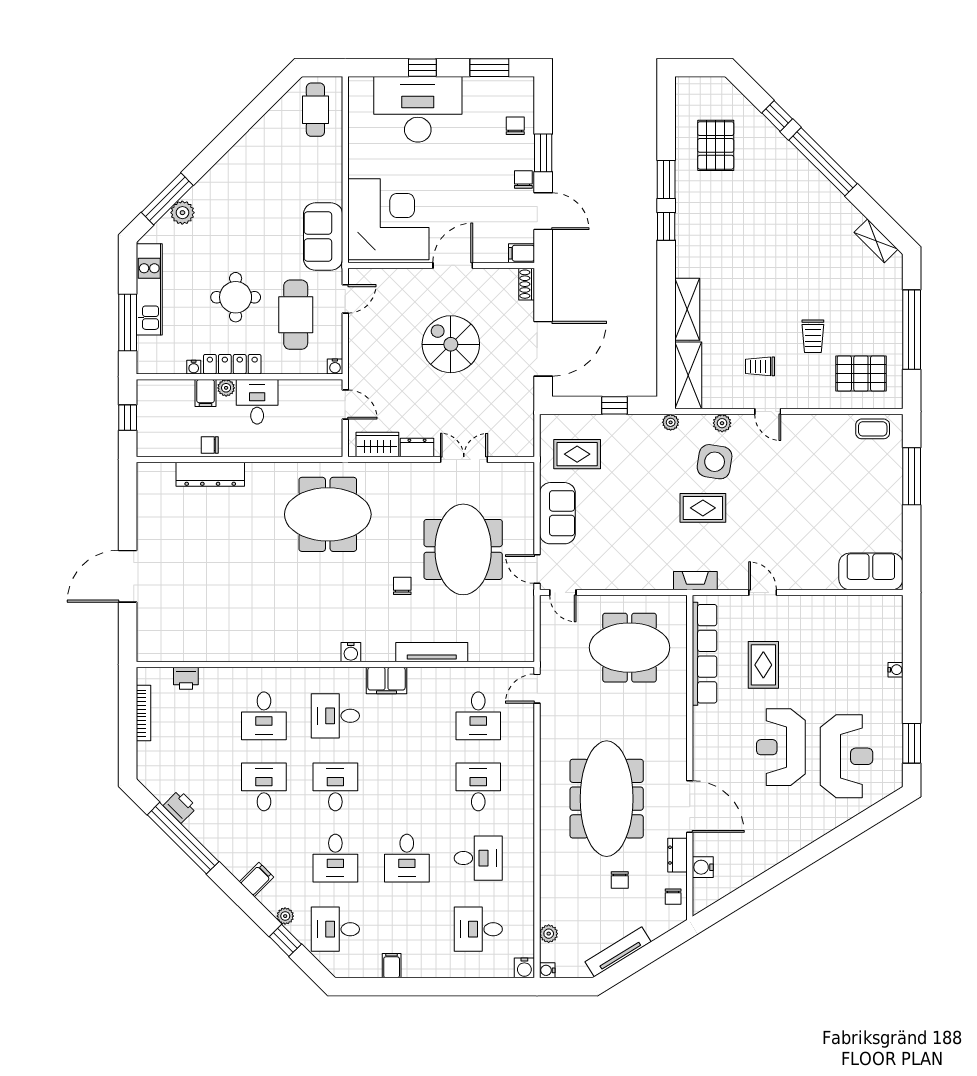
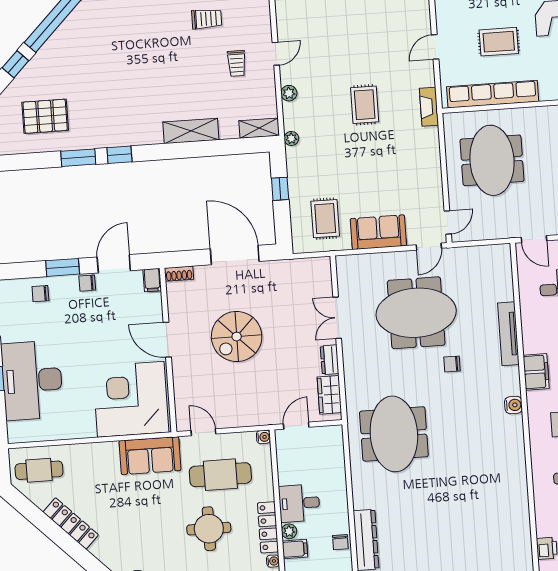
locker: (253, 141) -> (71, 523), added
shelving: (688, 375) -> (259, 128), width x0.67, depth x0.75
side table: (715, 462) -> (323, 97), removed

